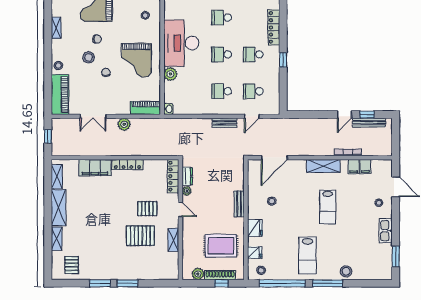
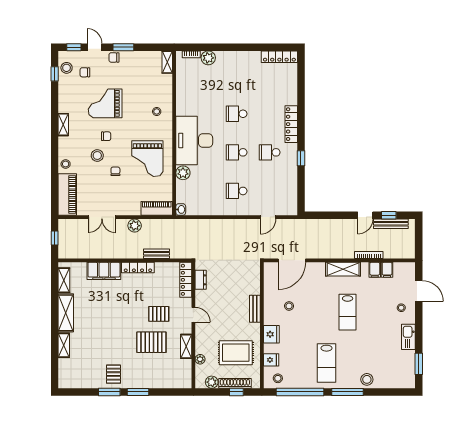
school desk: (253, 91) -> (270, 191), removed
bench: (225, 123) -> (157, 254), moved
plant: (187, 191) -> (200, 359), moved
pallet: (72, 265) -> (113, 374), moved

